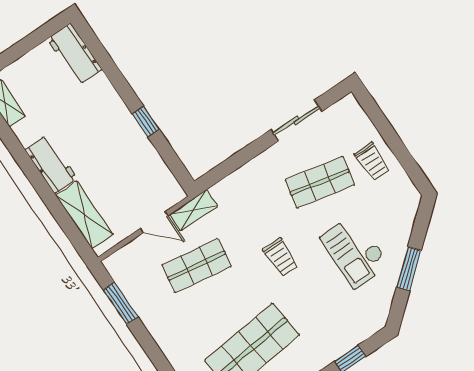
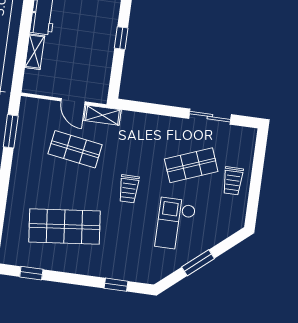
shop shelf: (320, 182) -> (191, 165), turned -33
shelving: (84, 215) -> (35, 52), width x0.67, depth x0.75

